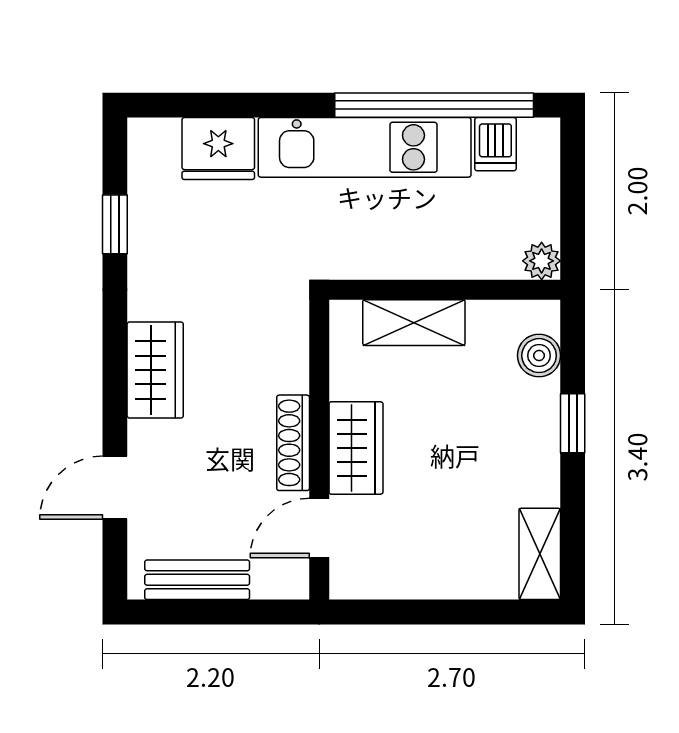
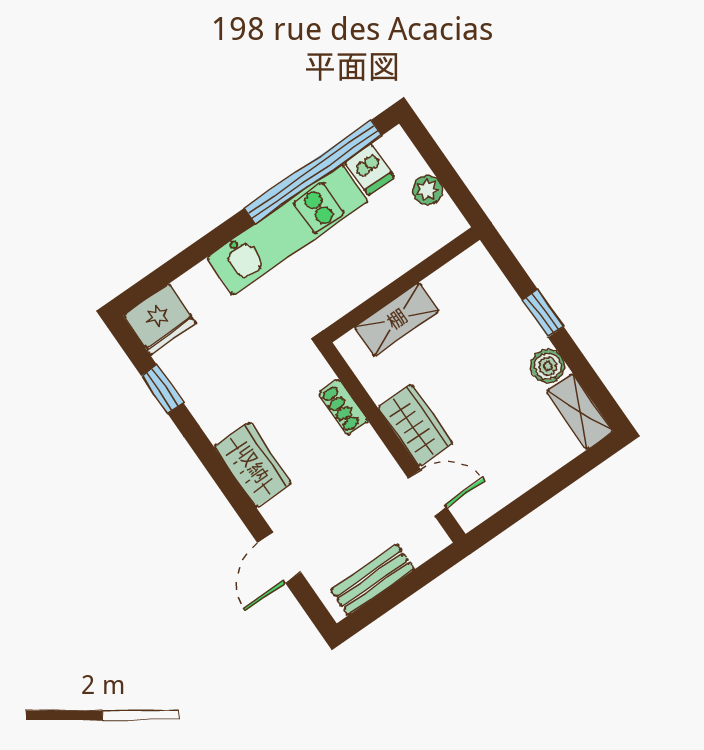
fridge: (218, 149) -> (160, 320), moved
plant: (542, 261) -> (427, 190), moved
boiler: (539, 356) -> (548, 366), moved
shoe rack: (293, 443) -> (343, 407), moved, width x0.70
door: (319, 528) -> (427, 493), swing flipped

